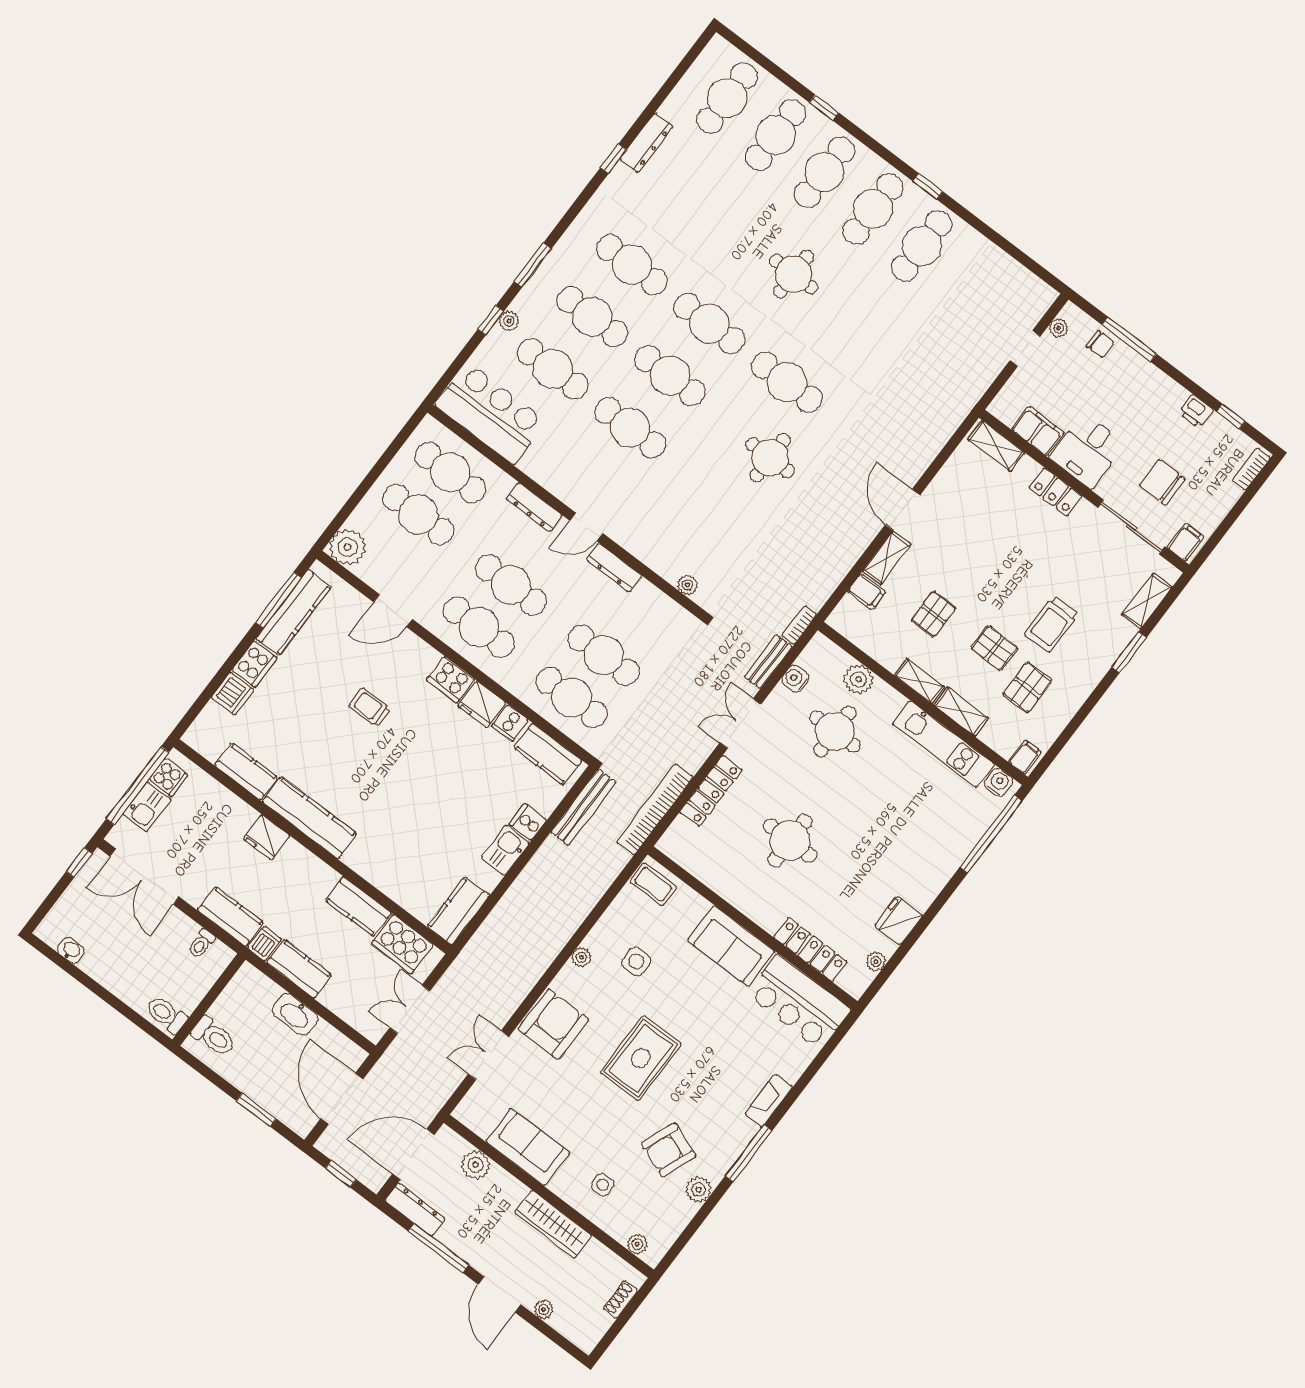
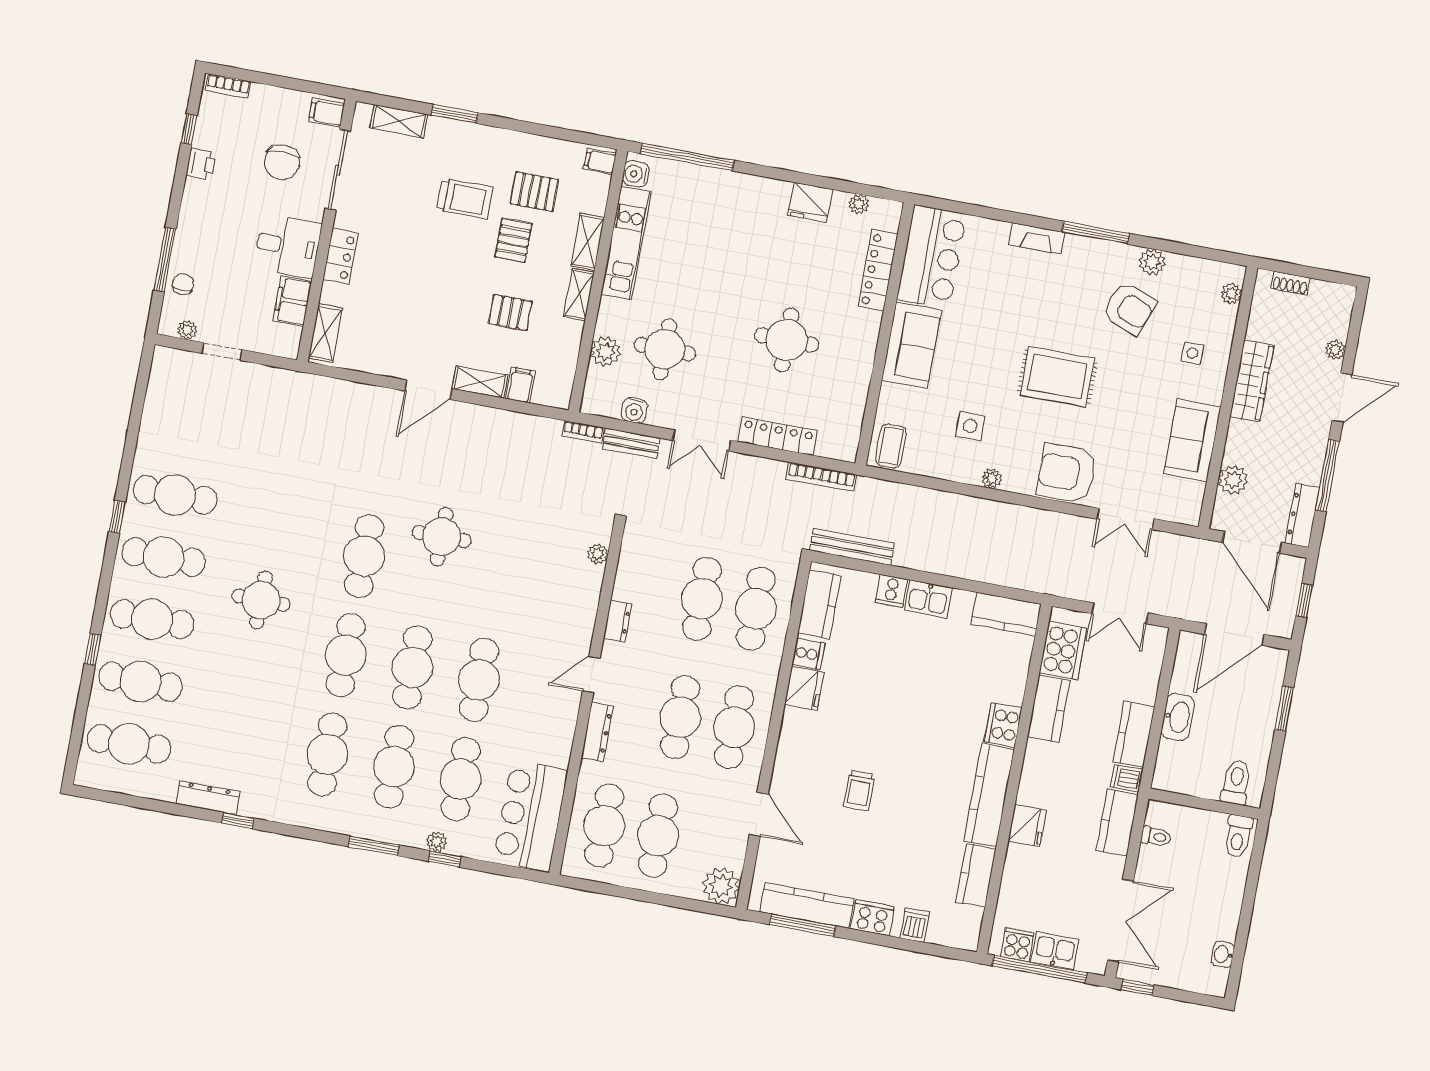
door: (586, 527) -> (591, 675), swing flipped
dresser: (614, 568) -> (618, 621), width x0.70
cooker: (451, 679) -> (1003, 725), moved, turned 180
dishwasher: (233, 694) -> (915, 925), width x0.73
bookcase: (655, 809) -> (821, 477), width x0.68, depth x0.76

